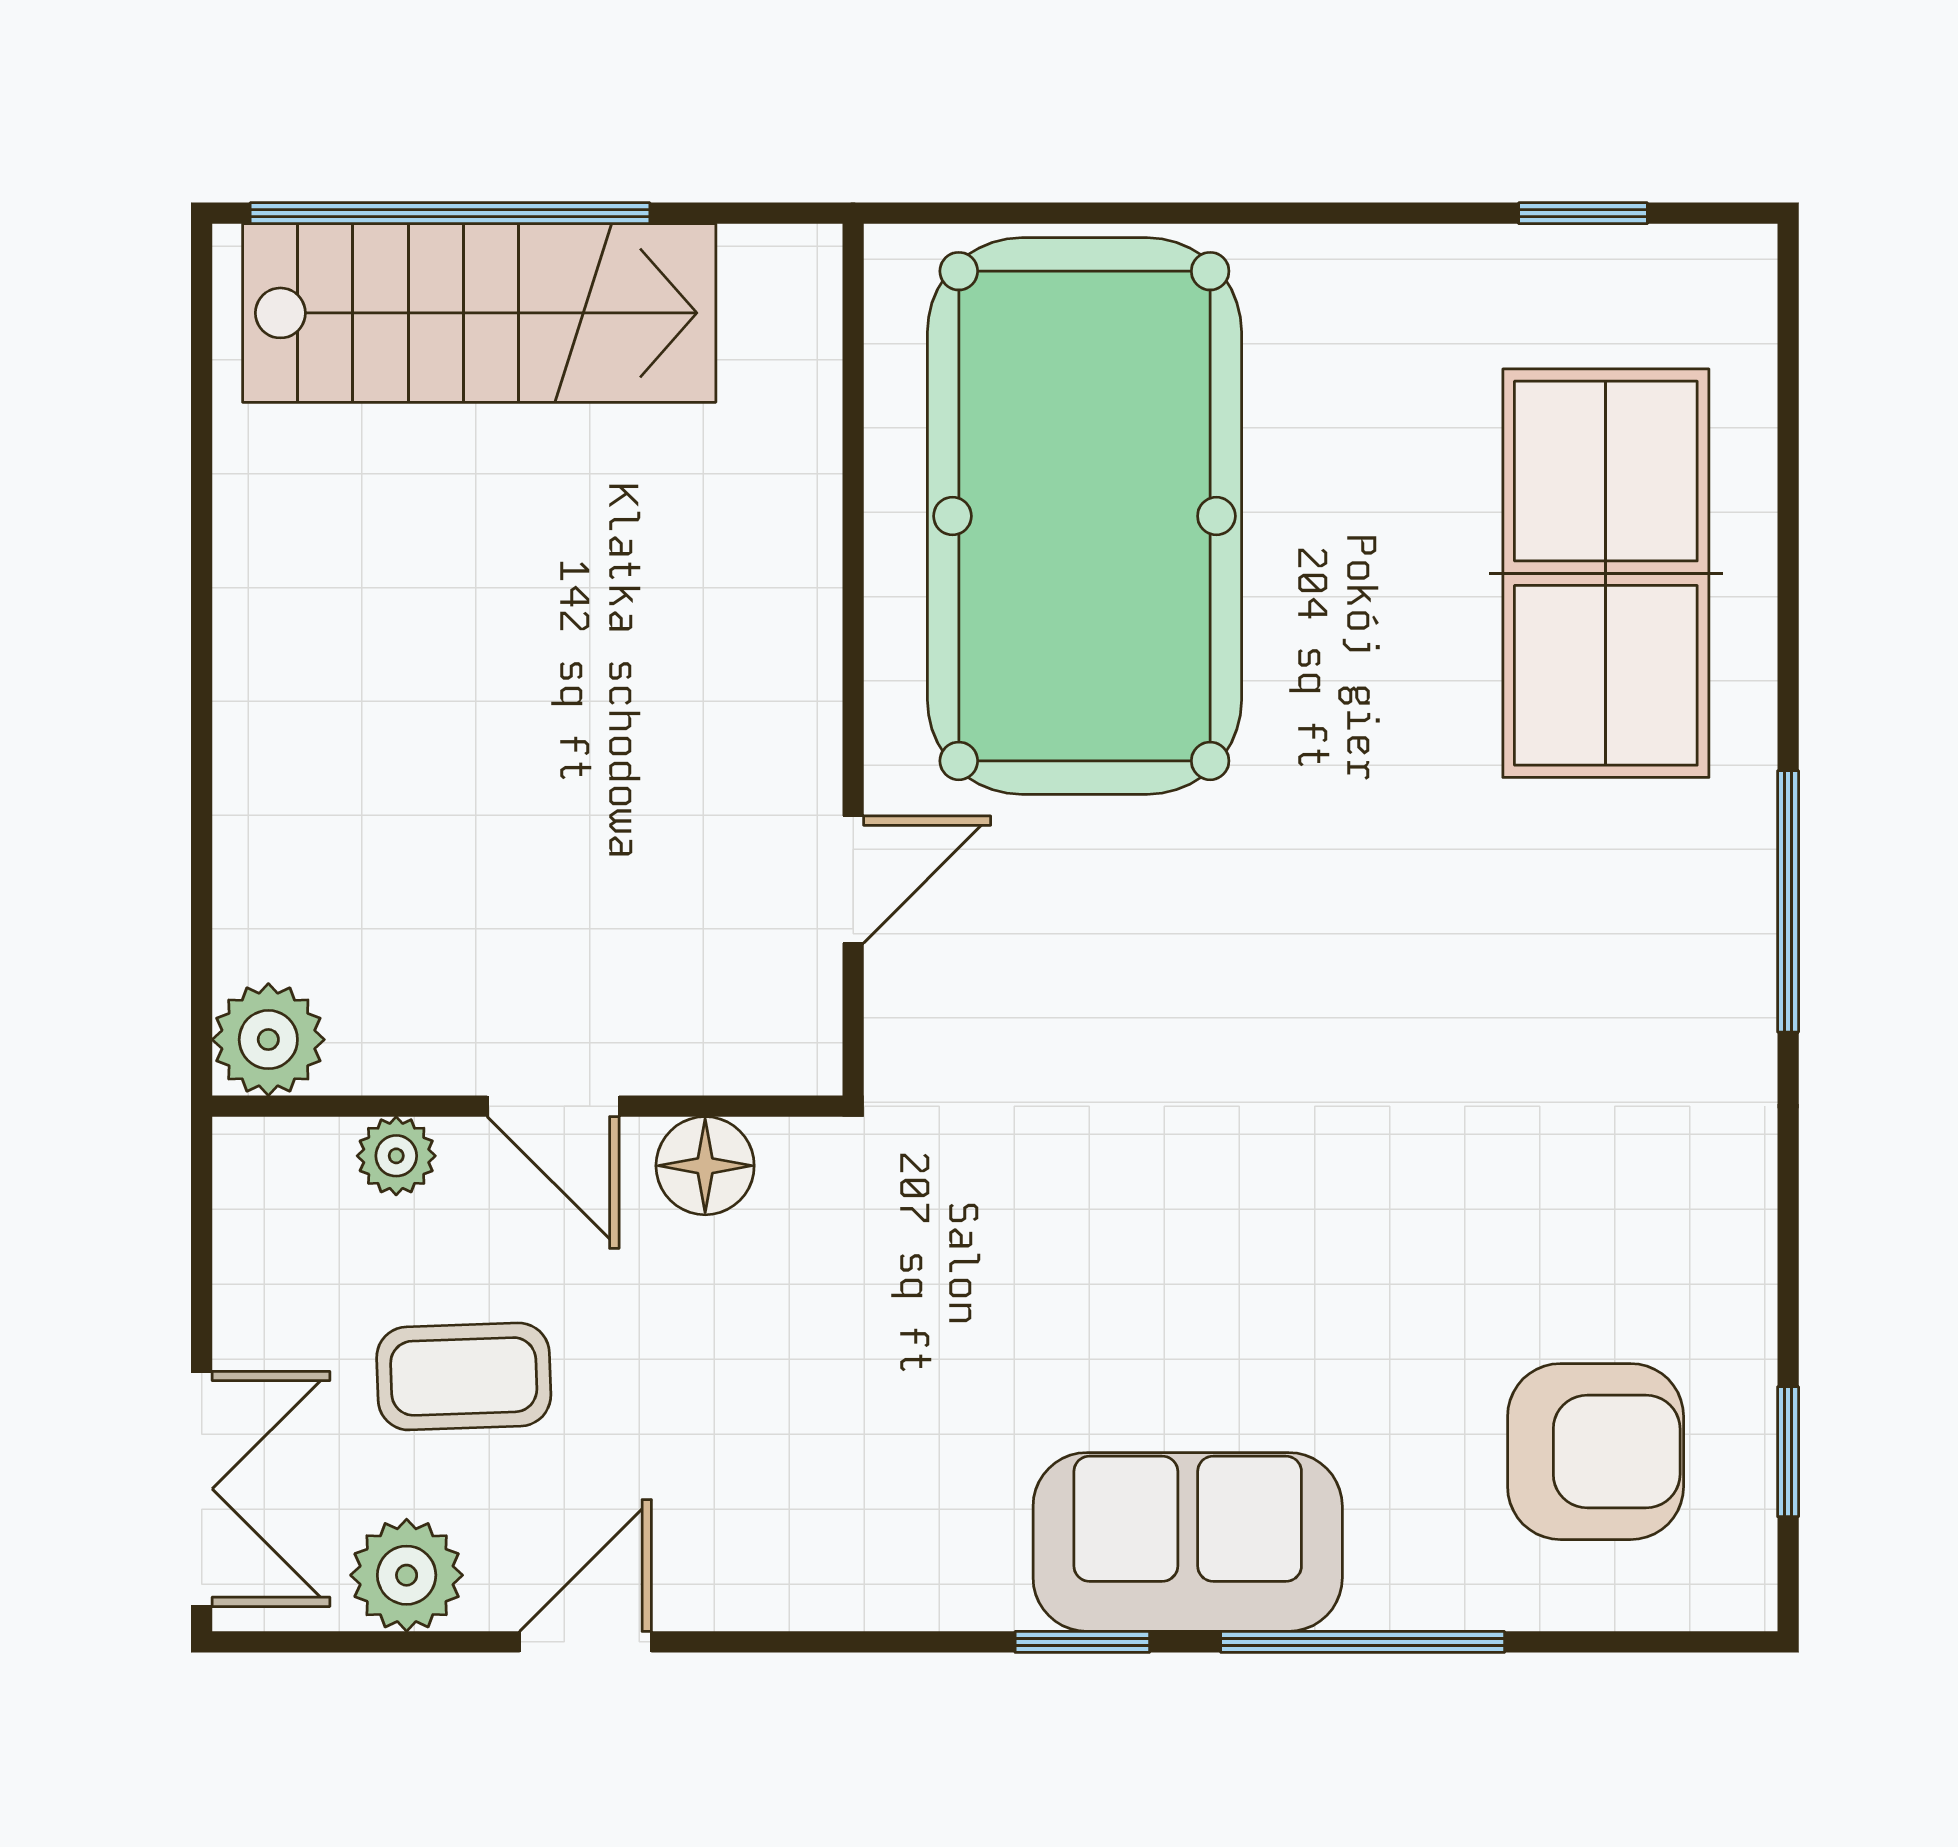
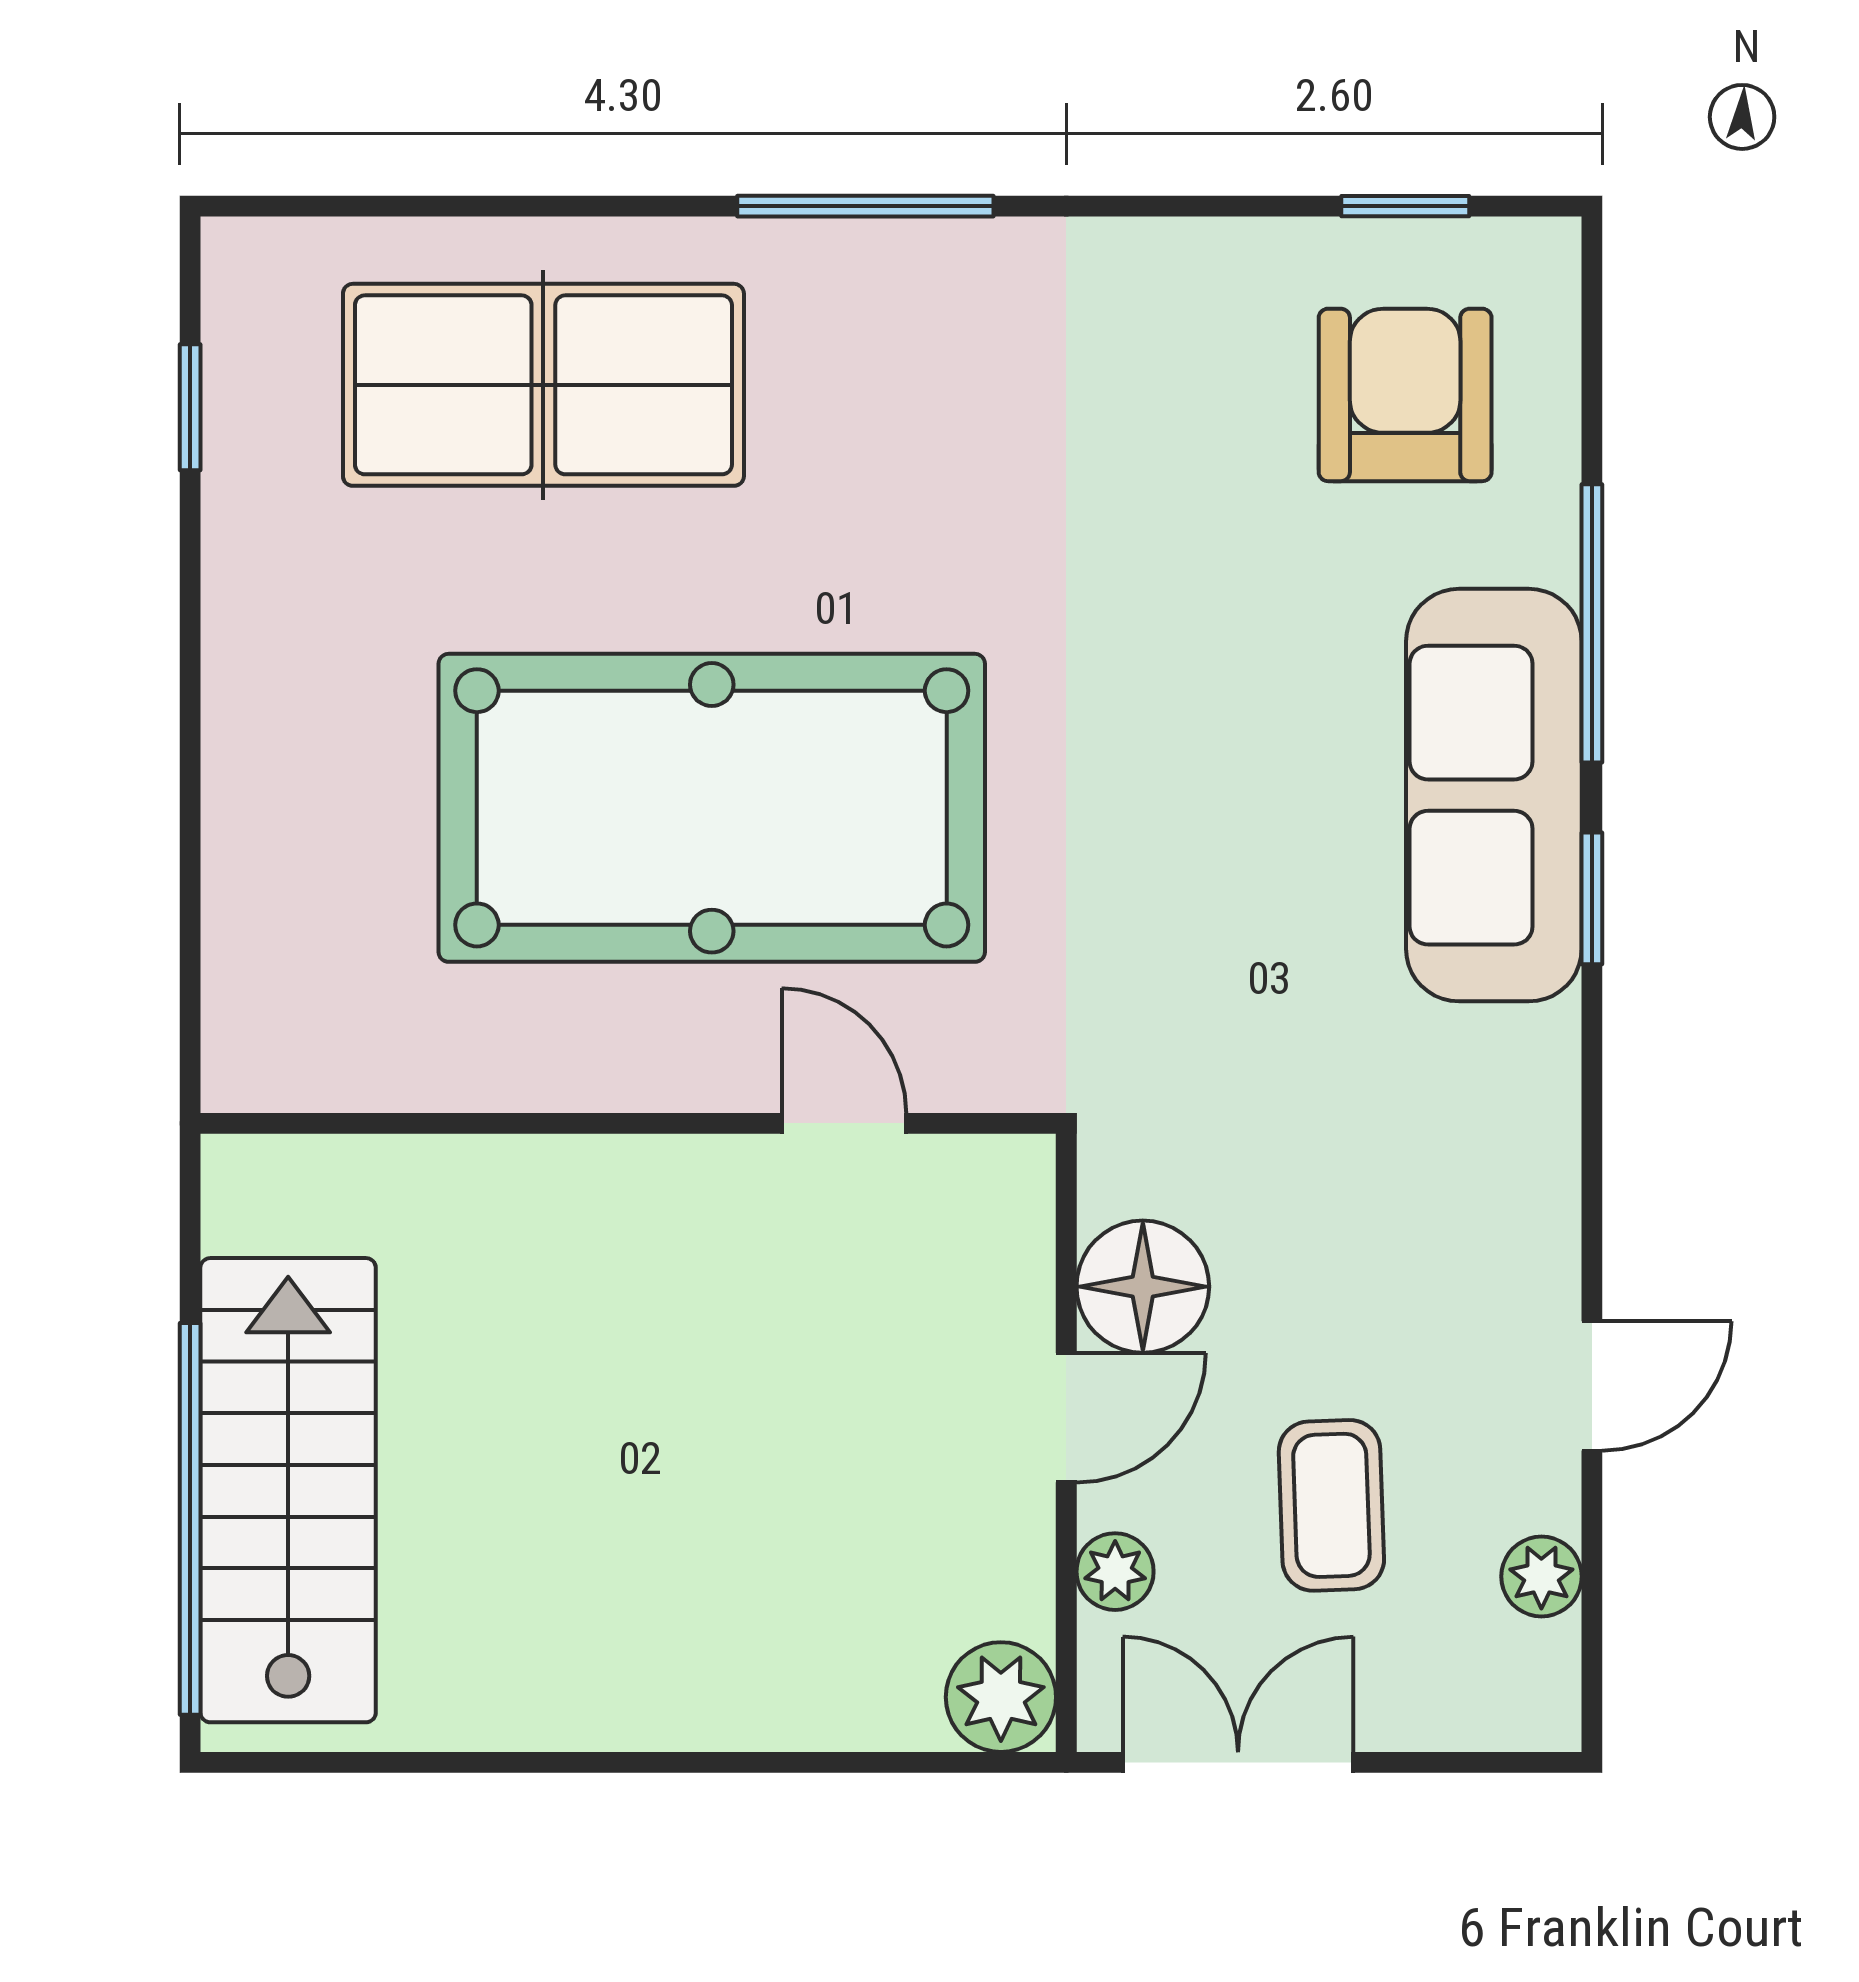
pool table: (1084, 516) -> (712, 808), moved
floor lamp: (705, 1166) -> (1143, 1287), width x1.38, depth x1.38
double door: (202, 1489) -> (1238, 1762), moved
sofa: (1188, 1542) -> (1494, 795), width x1.36
plant: (407, 1575) -> (1541, 1576), width x0.73, depth x0.73
door: (586, 1642) -> (1592, 1386), swing flipped

